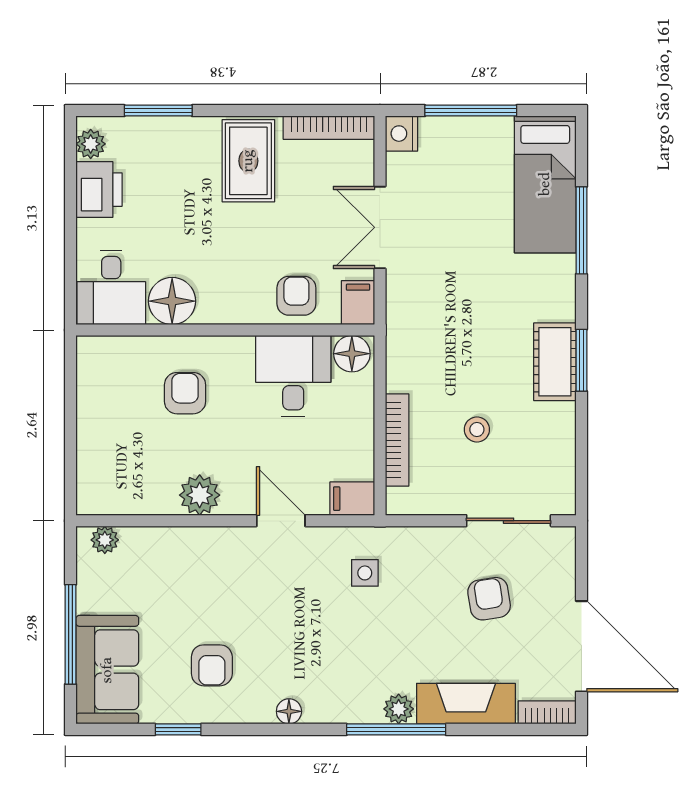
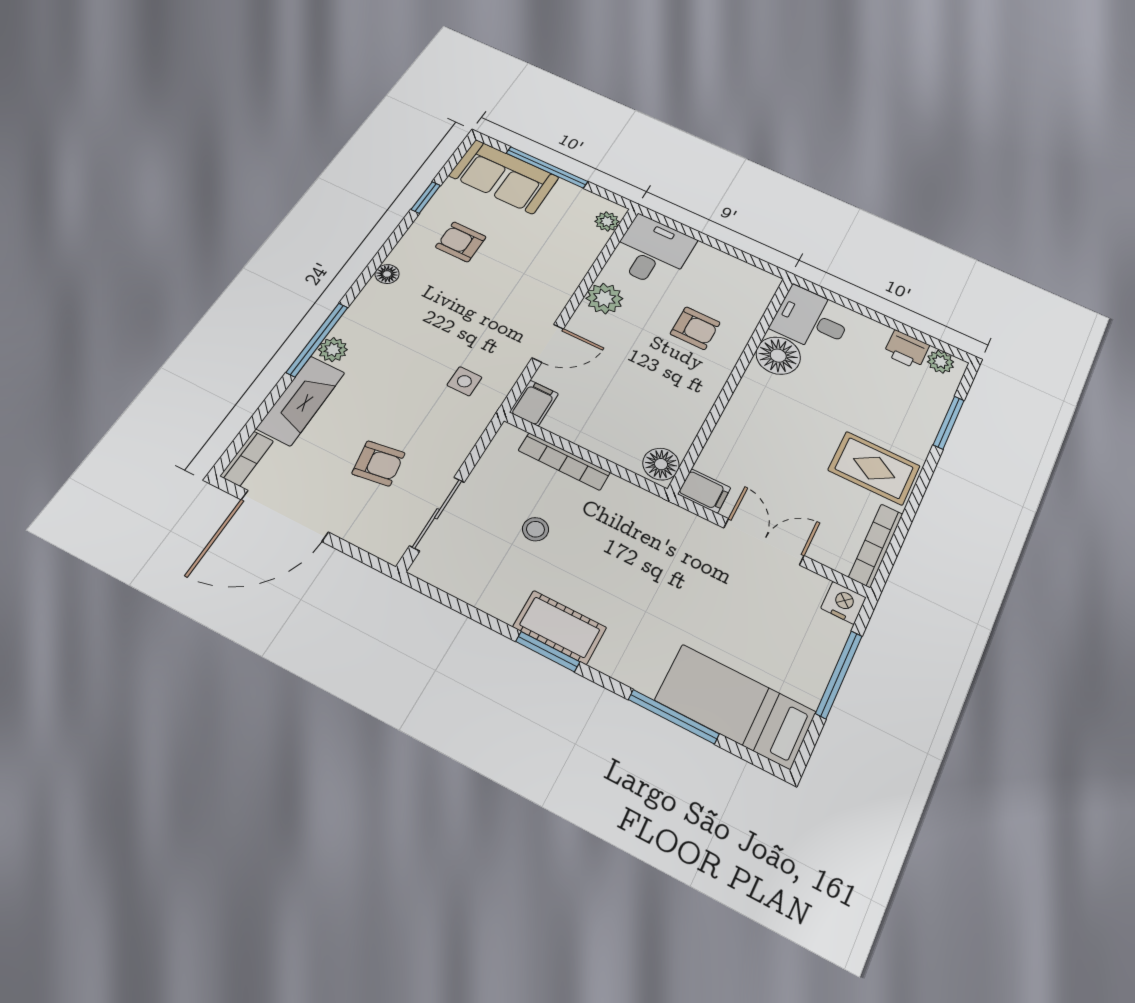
printer: (99, 190) -> (907, 349), width x0.73, depth x0.81
armchair: (296, 296) -> (735, 447), removed
desk: (293, 376) -> (652, 251), moved, turned -90

